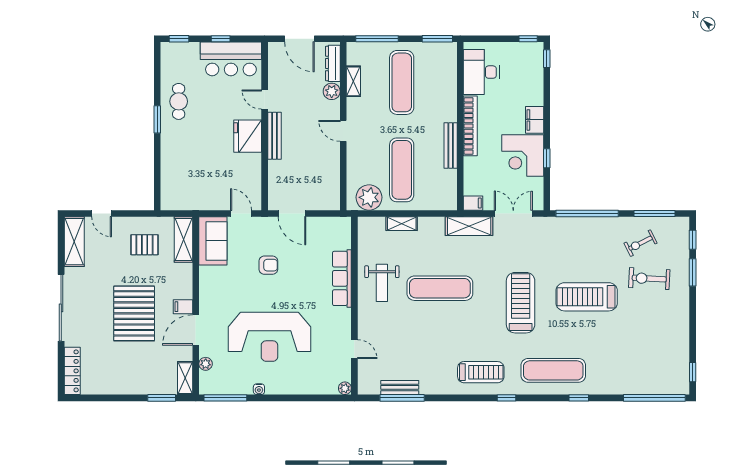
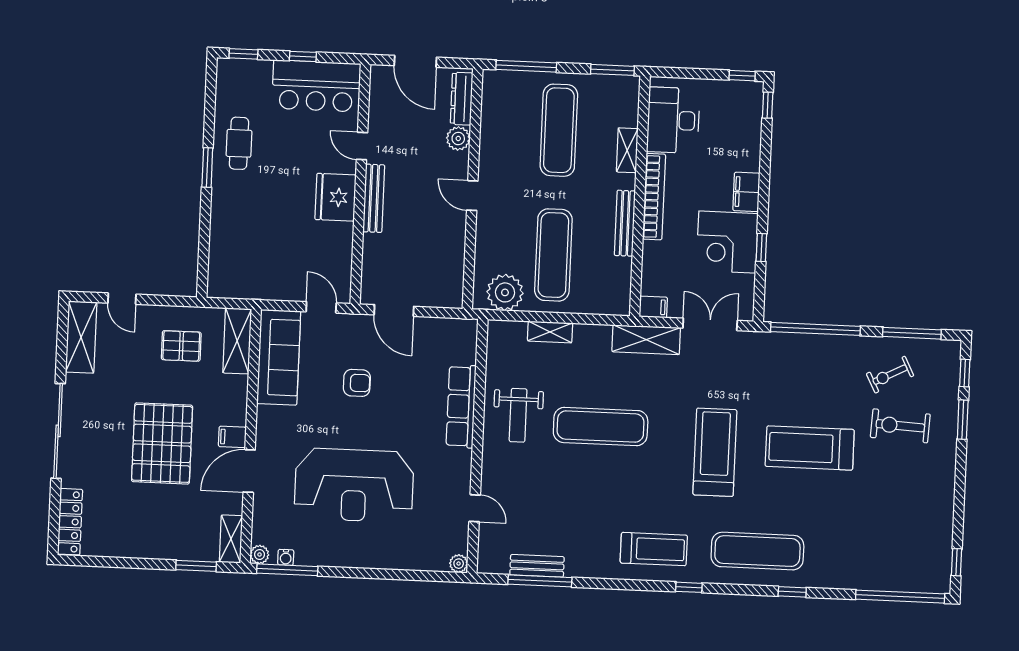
shelving: (353, 81) -> (627, 150), moved
sofa: (213, 241) -> (279, 357), width x1.36
plant: (206, 364) -> (260, 555), moved
water cooler: (259, 389) -> (286, 557), moved

